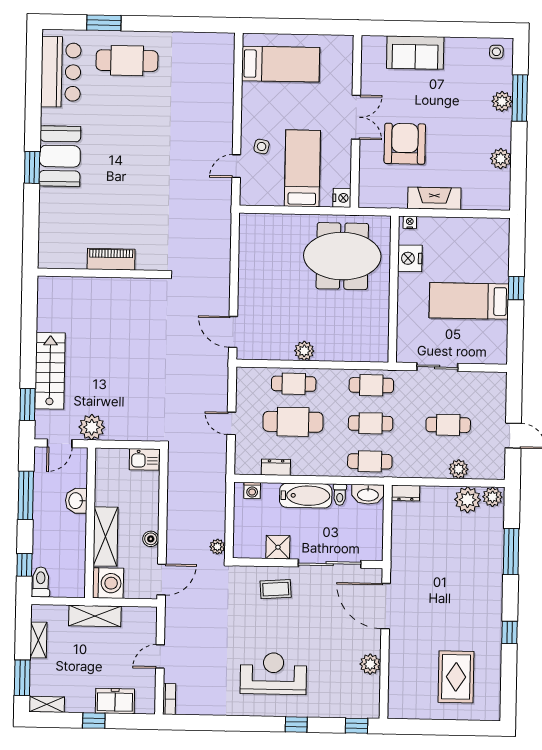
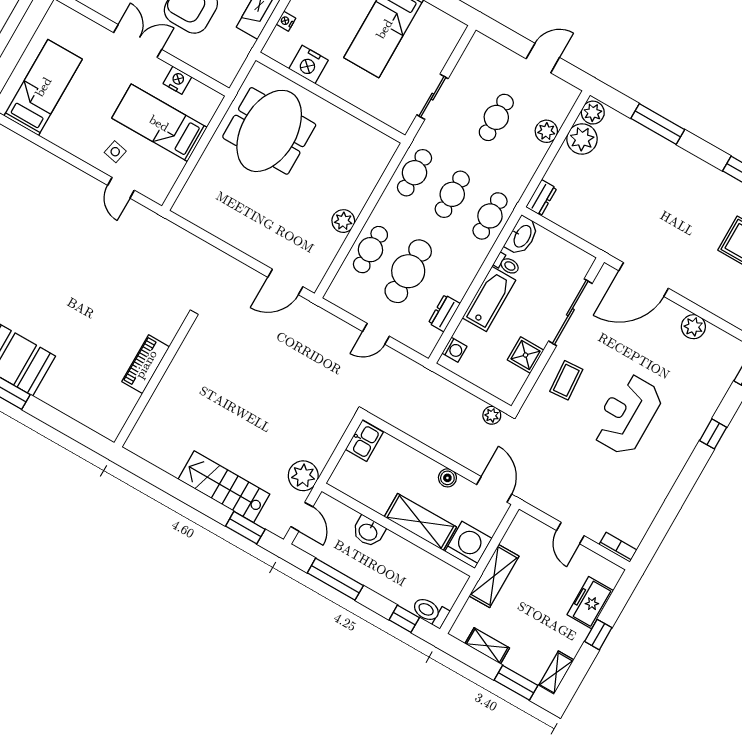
nightstand: (342, 198) -> (177, 80), moved
nightstand: (410, 222) -> (286, 21), moved
reception desk: (273, 674) -> (627, 414), moved

